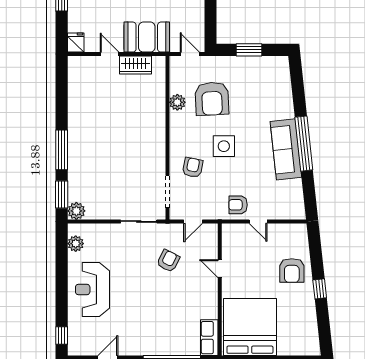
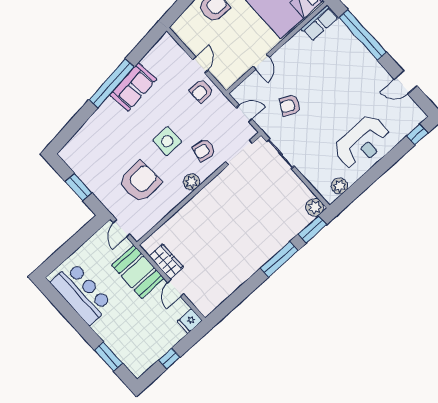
plant: (177, 102) -> (192, 182), moved
sofa: (286, 149) -> (133, 87), width x0.73
armchair: (238, 205) -> (201, 91), turned 90

